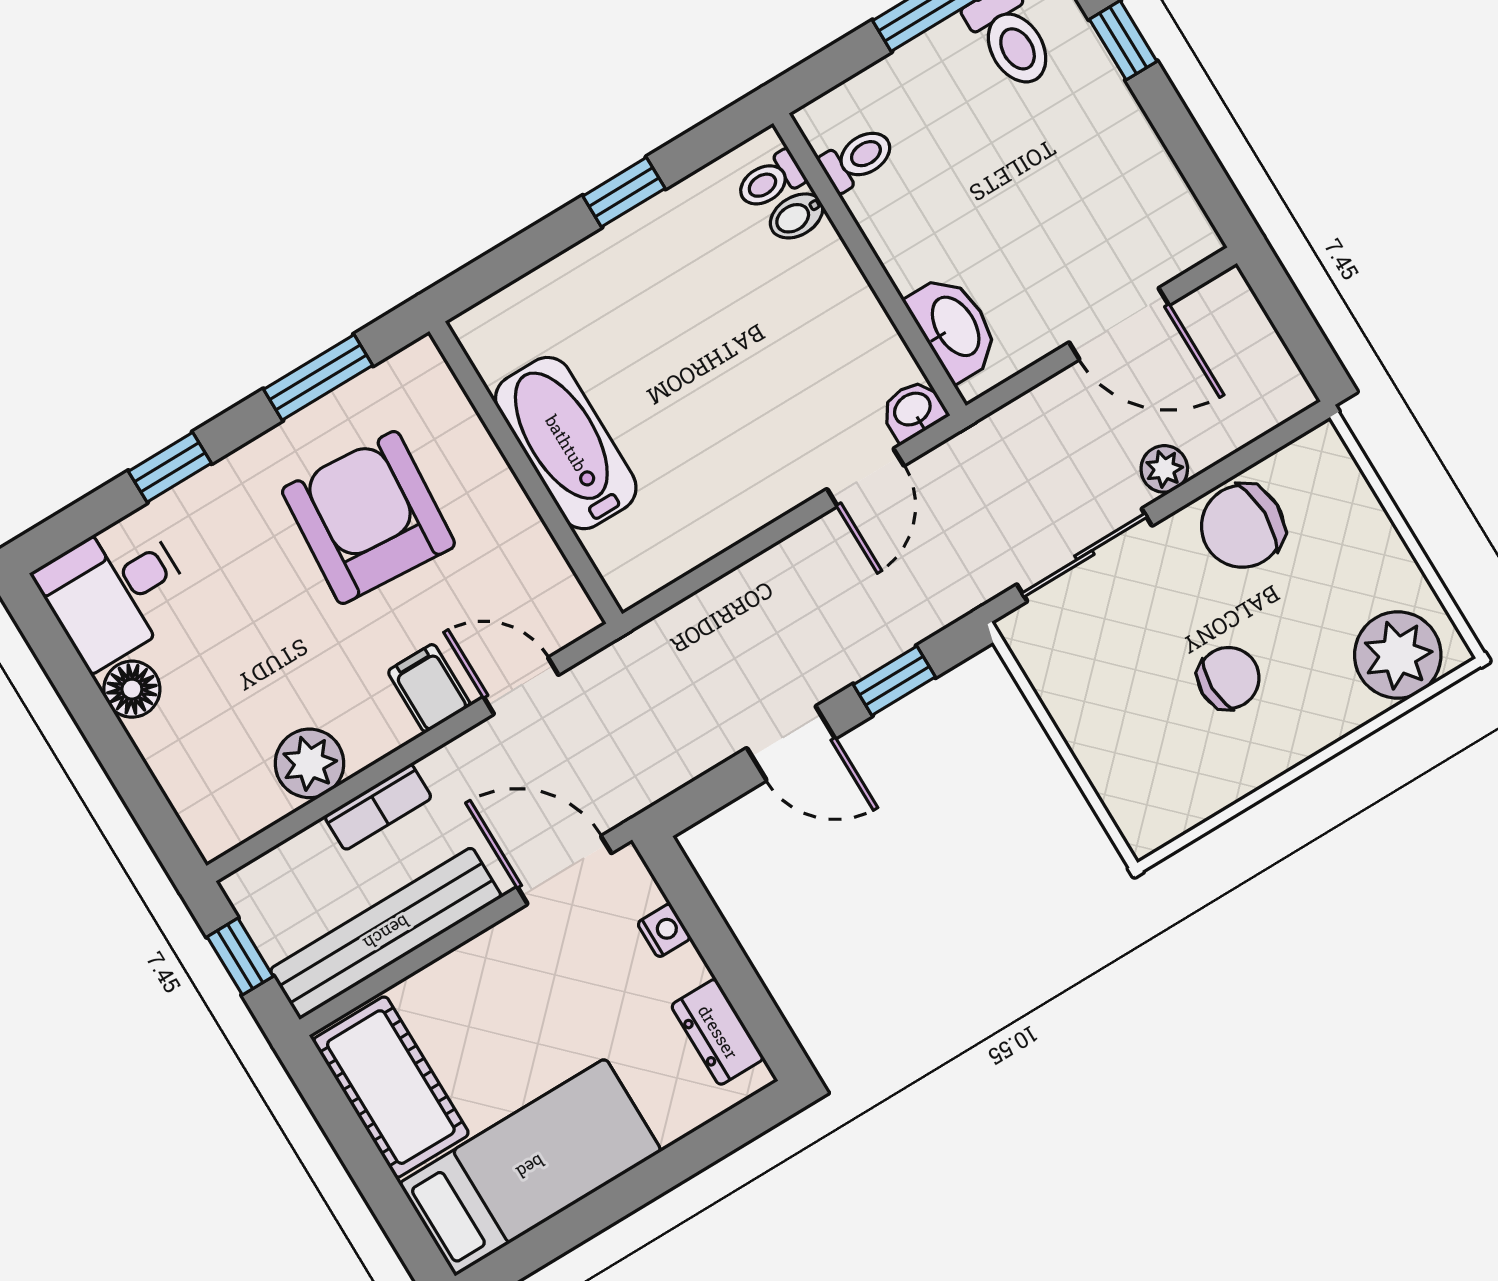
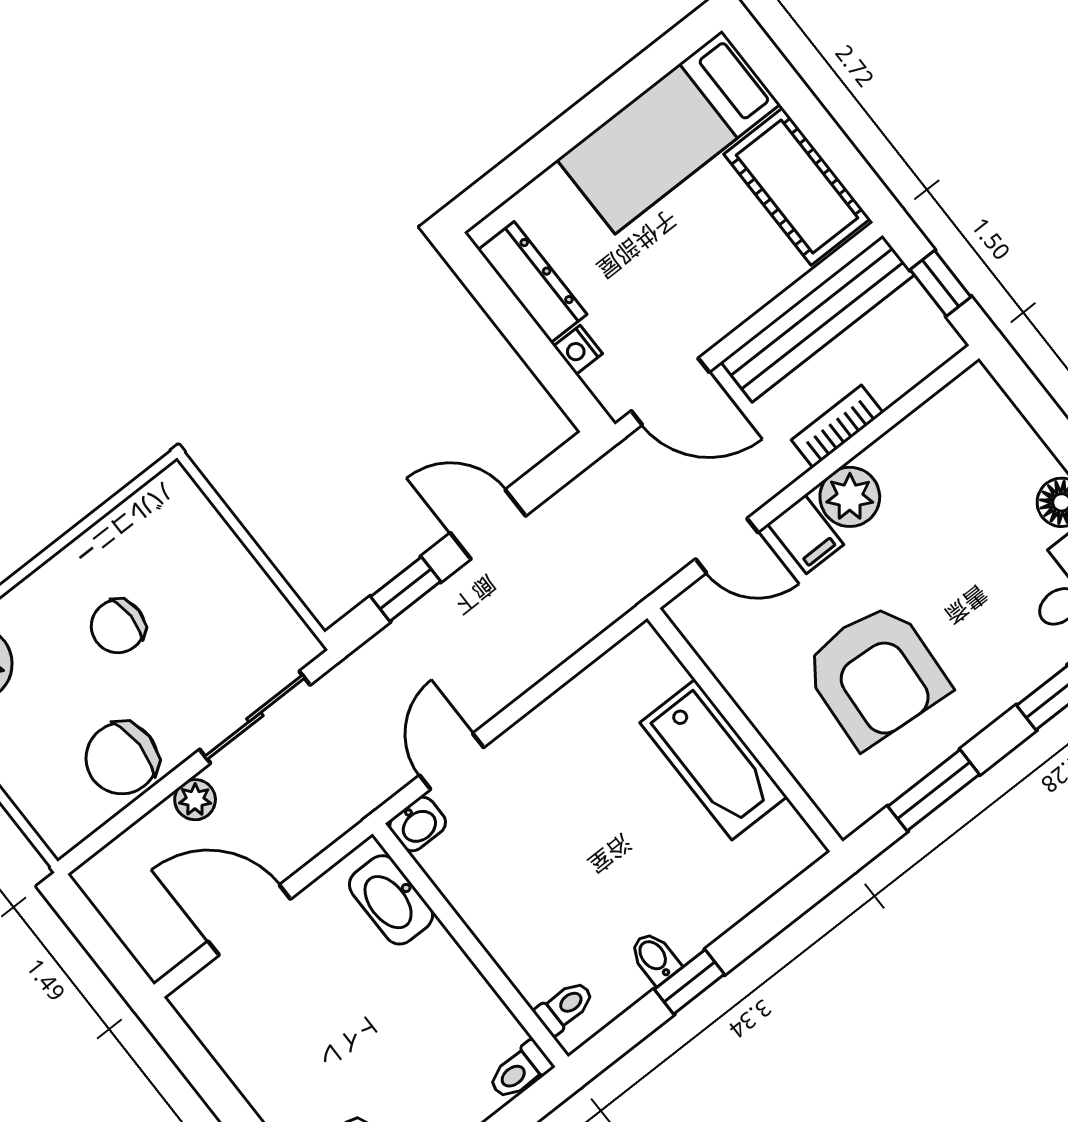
toilet: (857, 159) -> (520, 1071), moved
bidet: (797, 216) -> (655, 958), moved, turned -90
chair: (1242, 526) -> (122, 758), turned 180
plant: (309, 763) -> (850, 497), moved
dresser: (718, 1032) -> (532, 282), width x1.44

